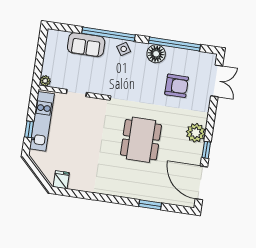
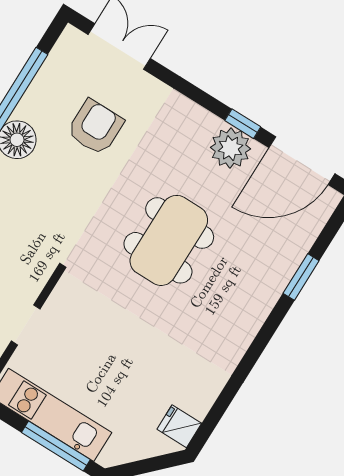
window: (29, 129) -> (56, 446), width x2.17
plant: (196, 133) -> (230, 148), moved
dining table: (141, 140) -> (169, 240), turned 90

